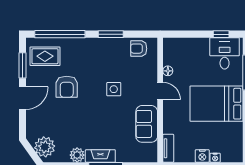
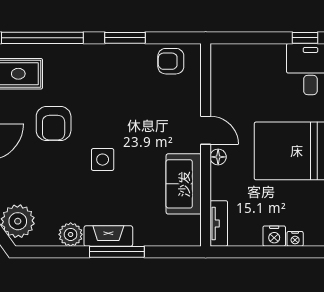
floor lamp: (168, 71) -> (218, 157), moved
side table: (114, 89) -> (103, 160), moved

